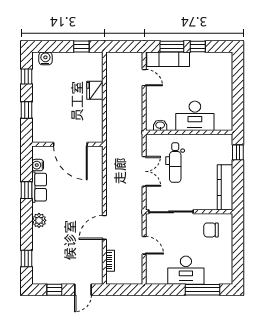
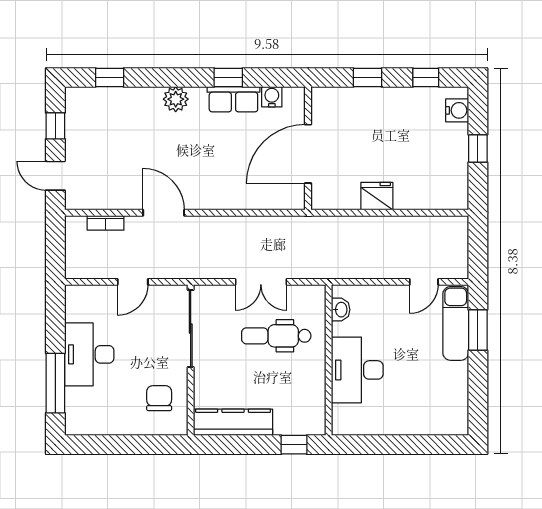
window: (81, 46) -> (478, 149), moved
window: (198, 46) -> (478, 375), removed
fridge: (95, 90) -> (377, 196), moved

